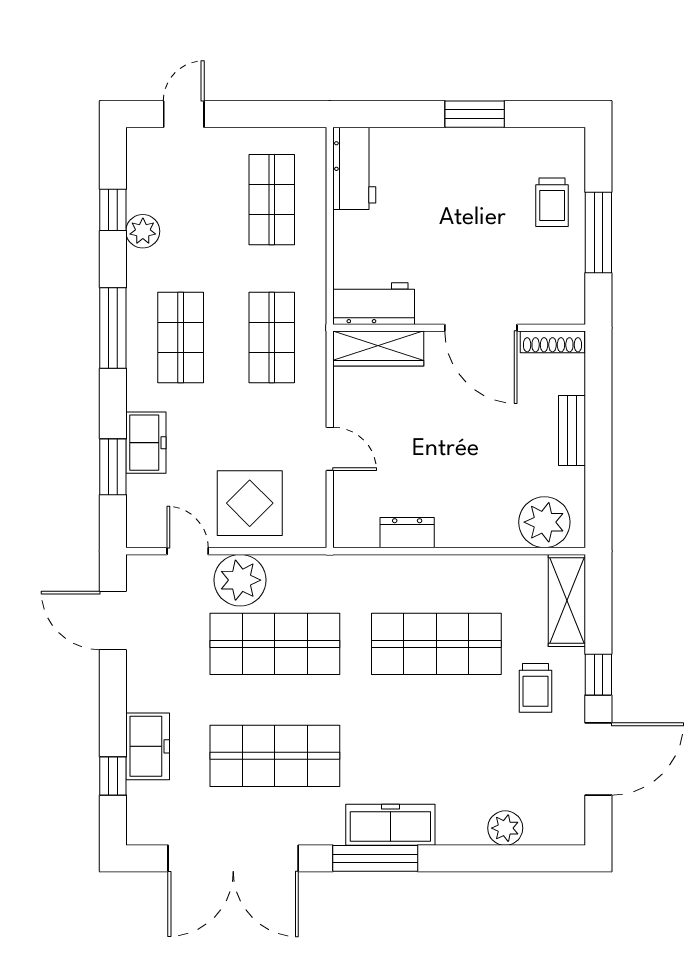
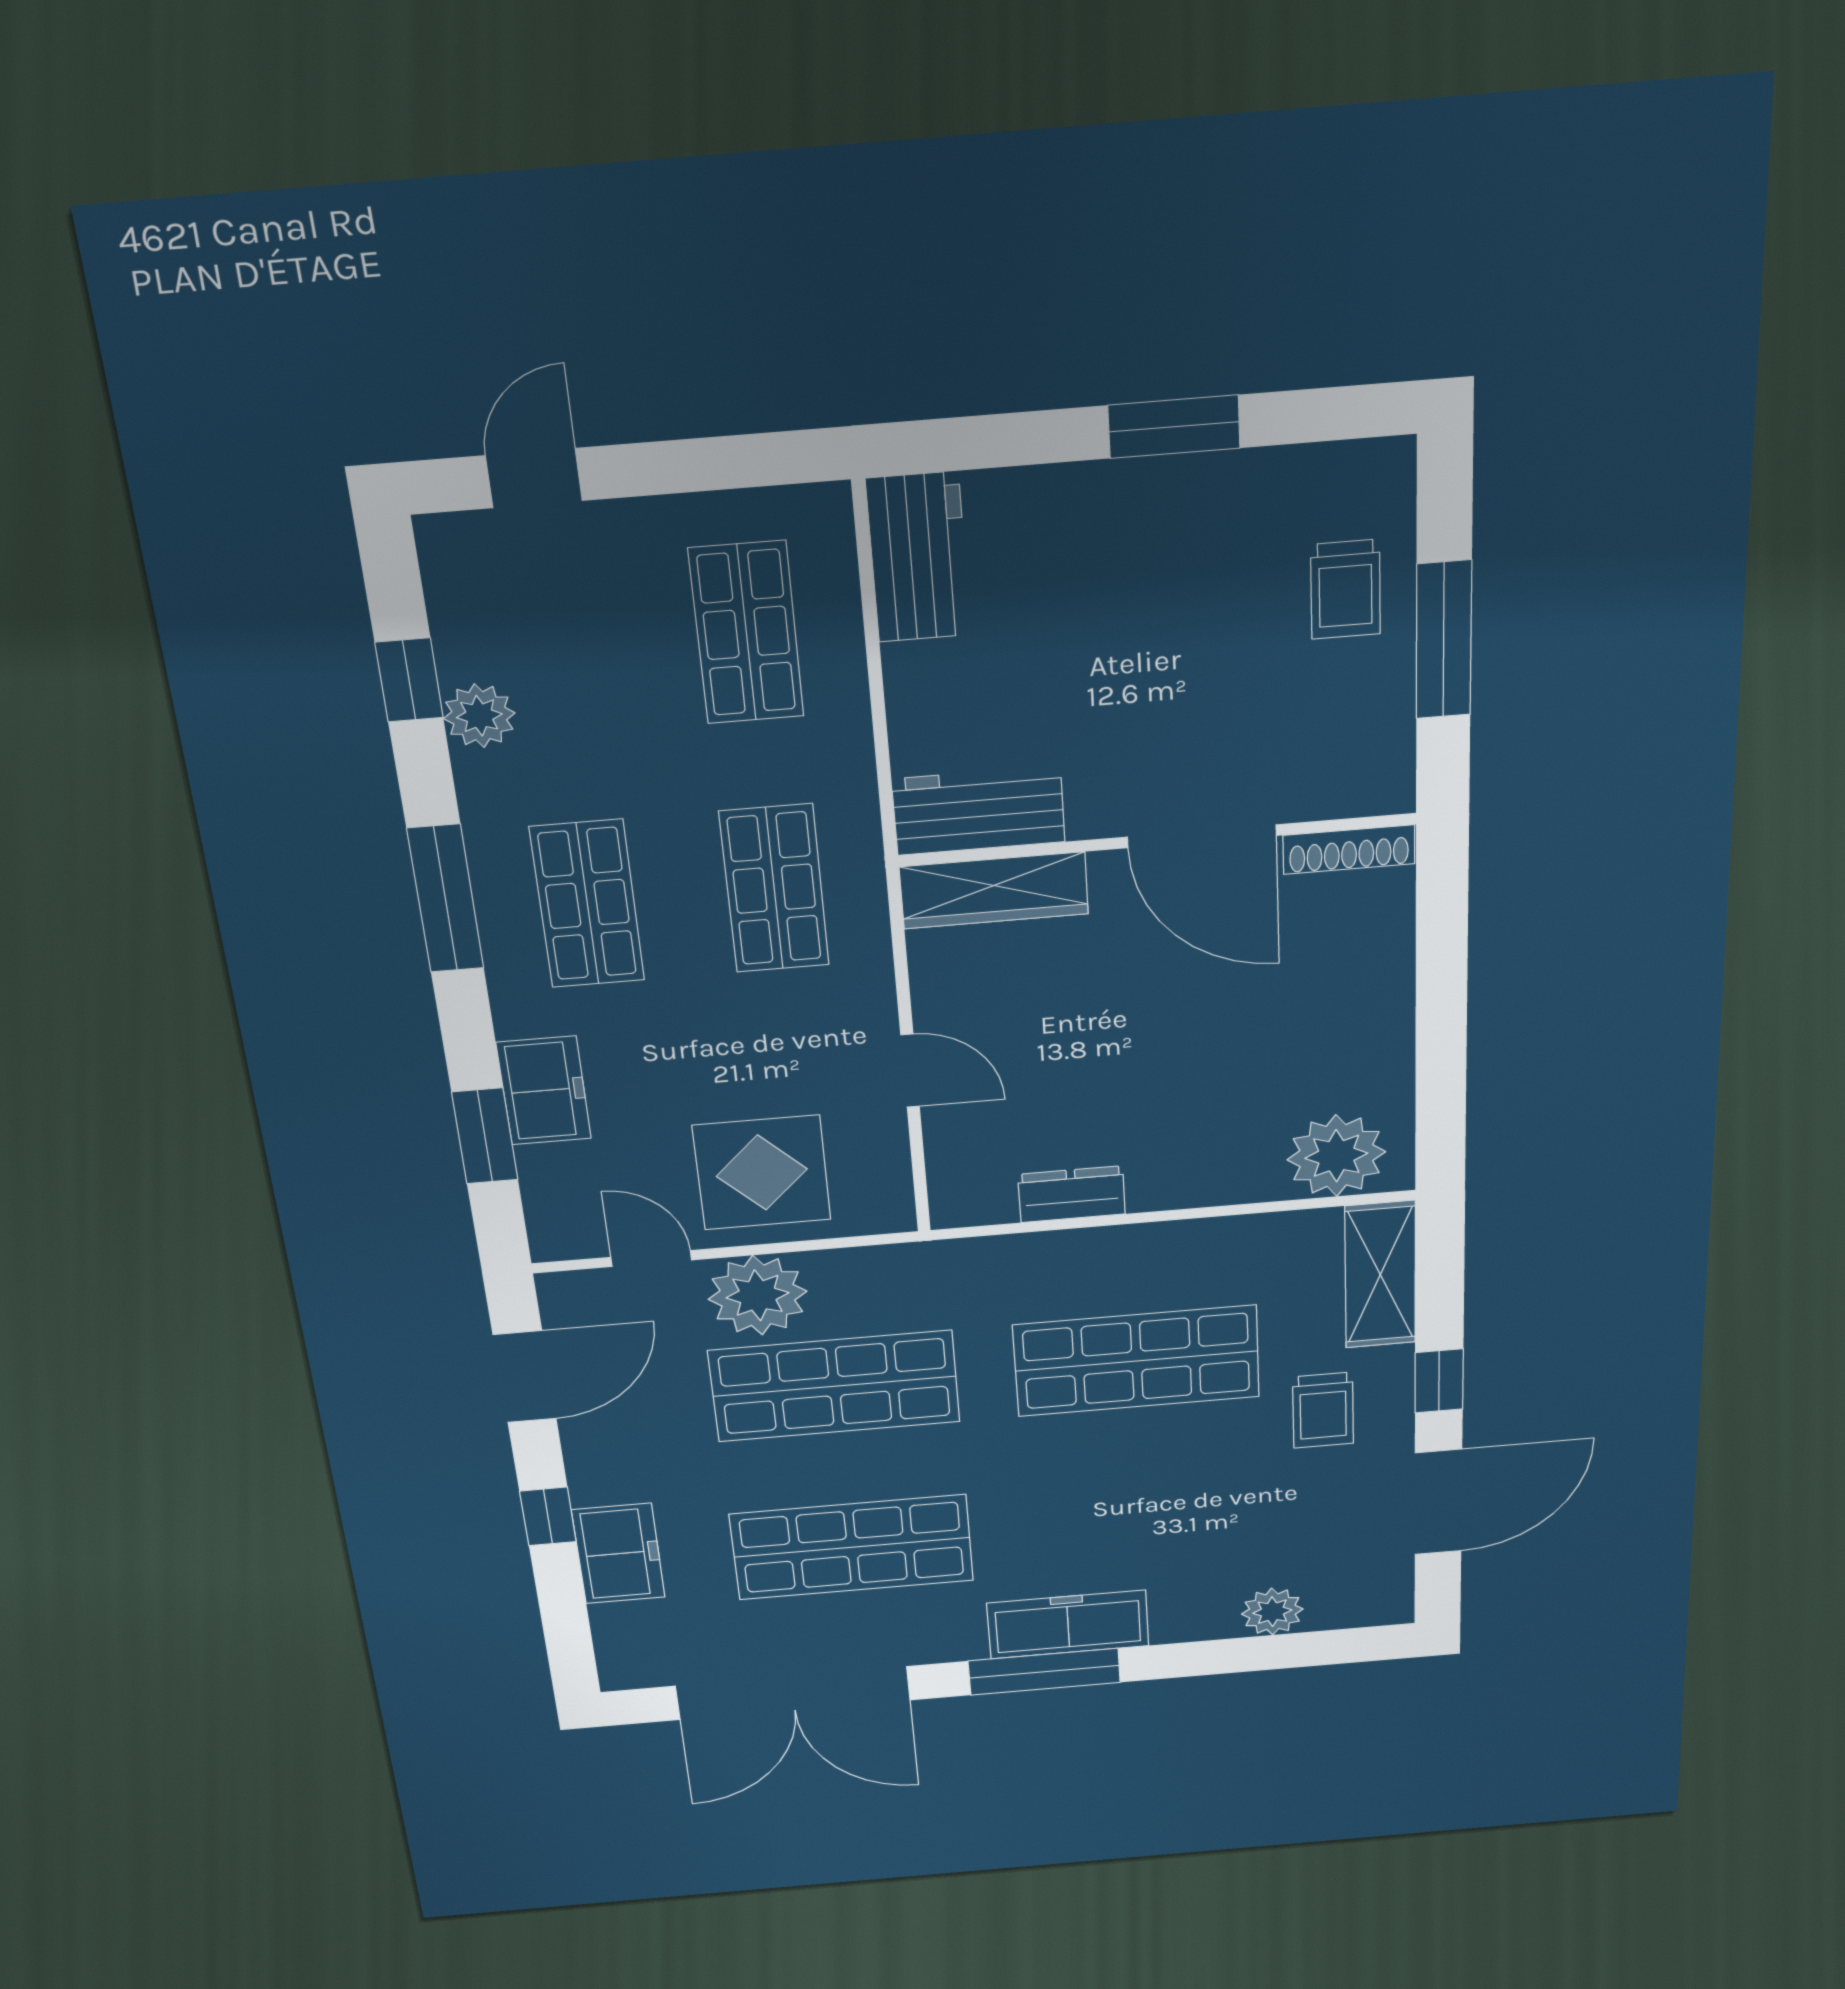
bench: (572, 431) -> (1389, 1000), removed
door: (113, 621) -> (525, 1377), swing flipped
window: (113, 776) -> (548, 1516), moved

